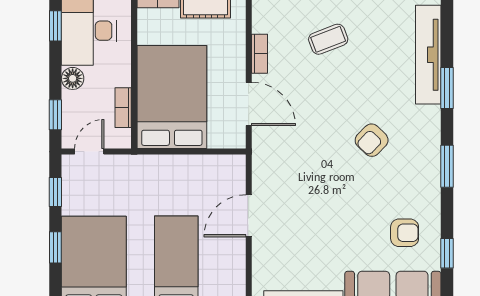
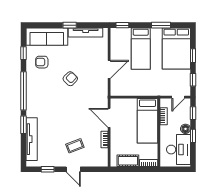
window: (55, 26) -> (193, 136), moved
bed: (172, 97) -> (148, 121), width x0.67
armchair: (372, 140) -> (70, 79), moved
window: (447, 166) -> (23, 91), width x2.11

